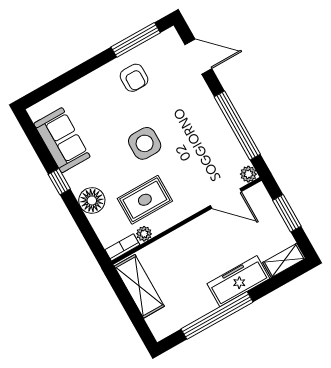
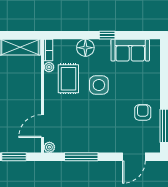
armchair: (134, 78) -> (143, 112), turned 90
window: (237, 125) -> (81, 157), width x0.68
side table: (145, 143) -> (99, 85), moved

